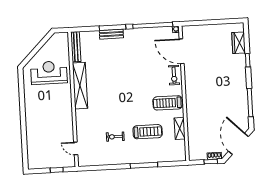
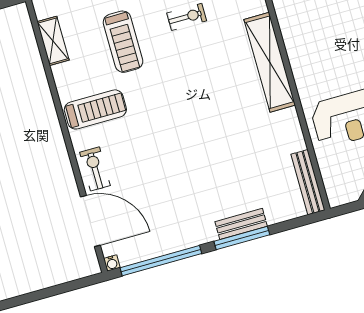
shelving: (80, 86) -> (270, 62), moved
shelving: (180, 128) -> (53, 41), moved
treadmill: (148, 132) -> (123, 42), turned -90

